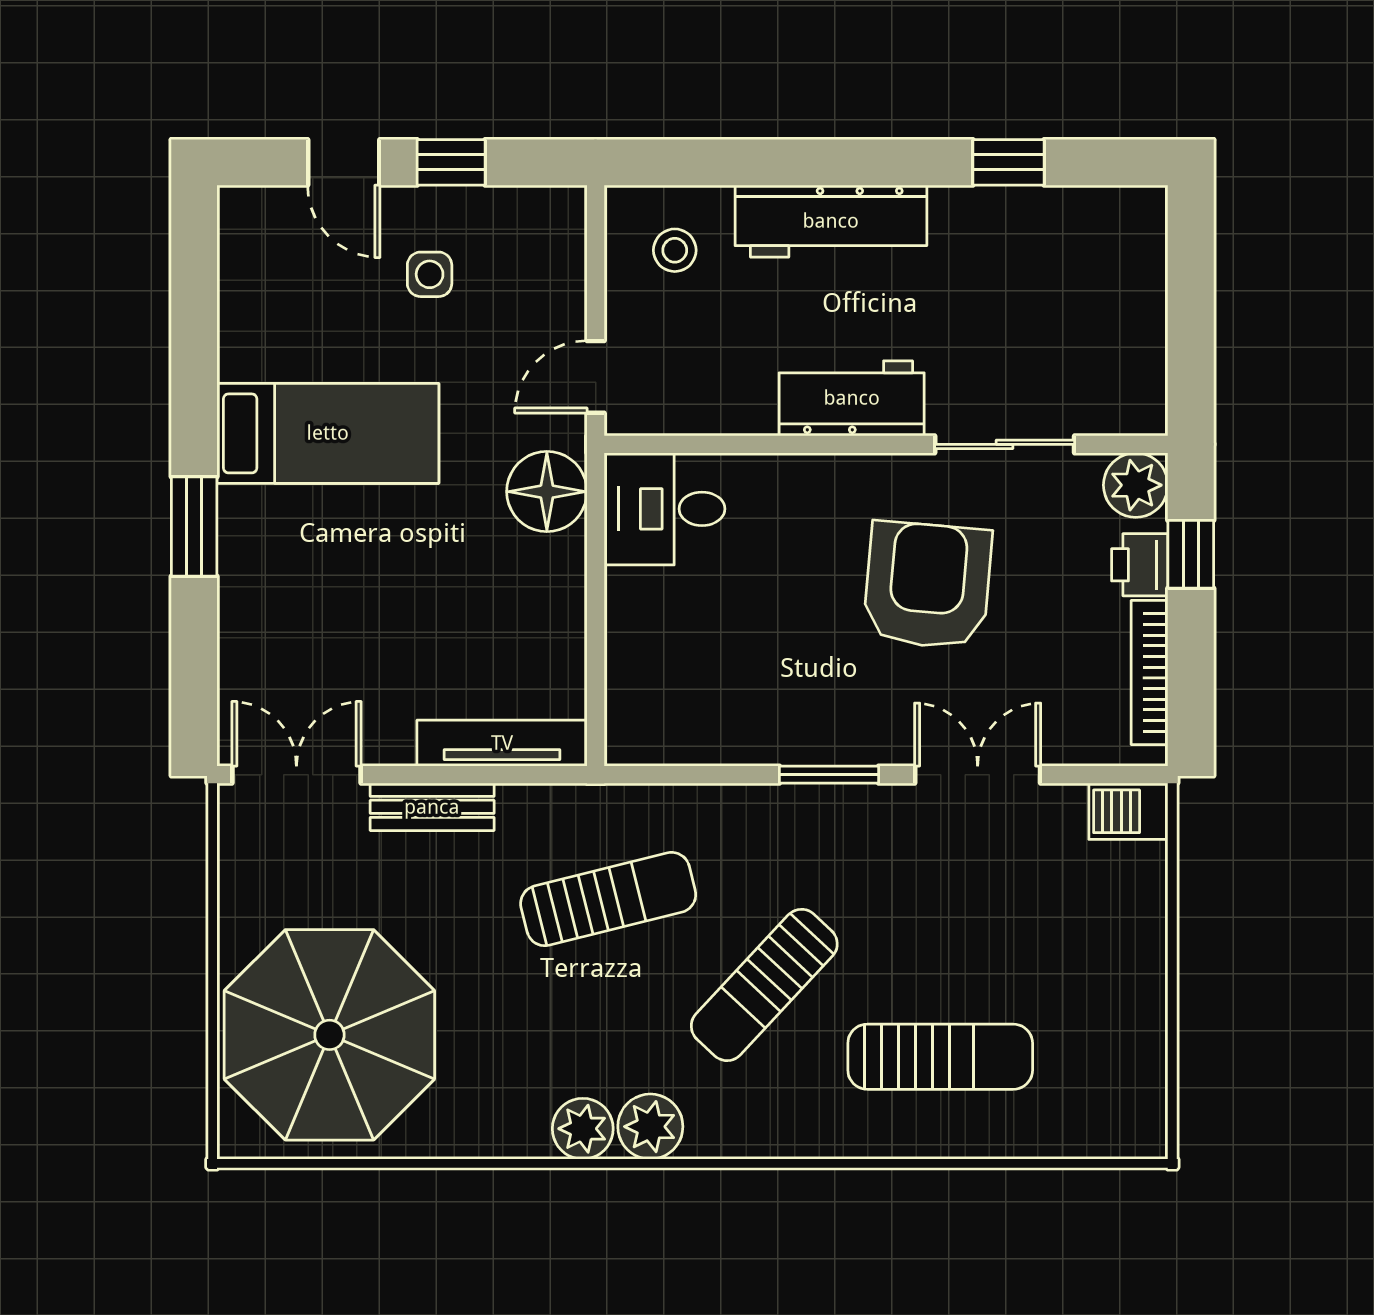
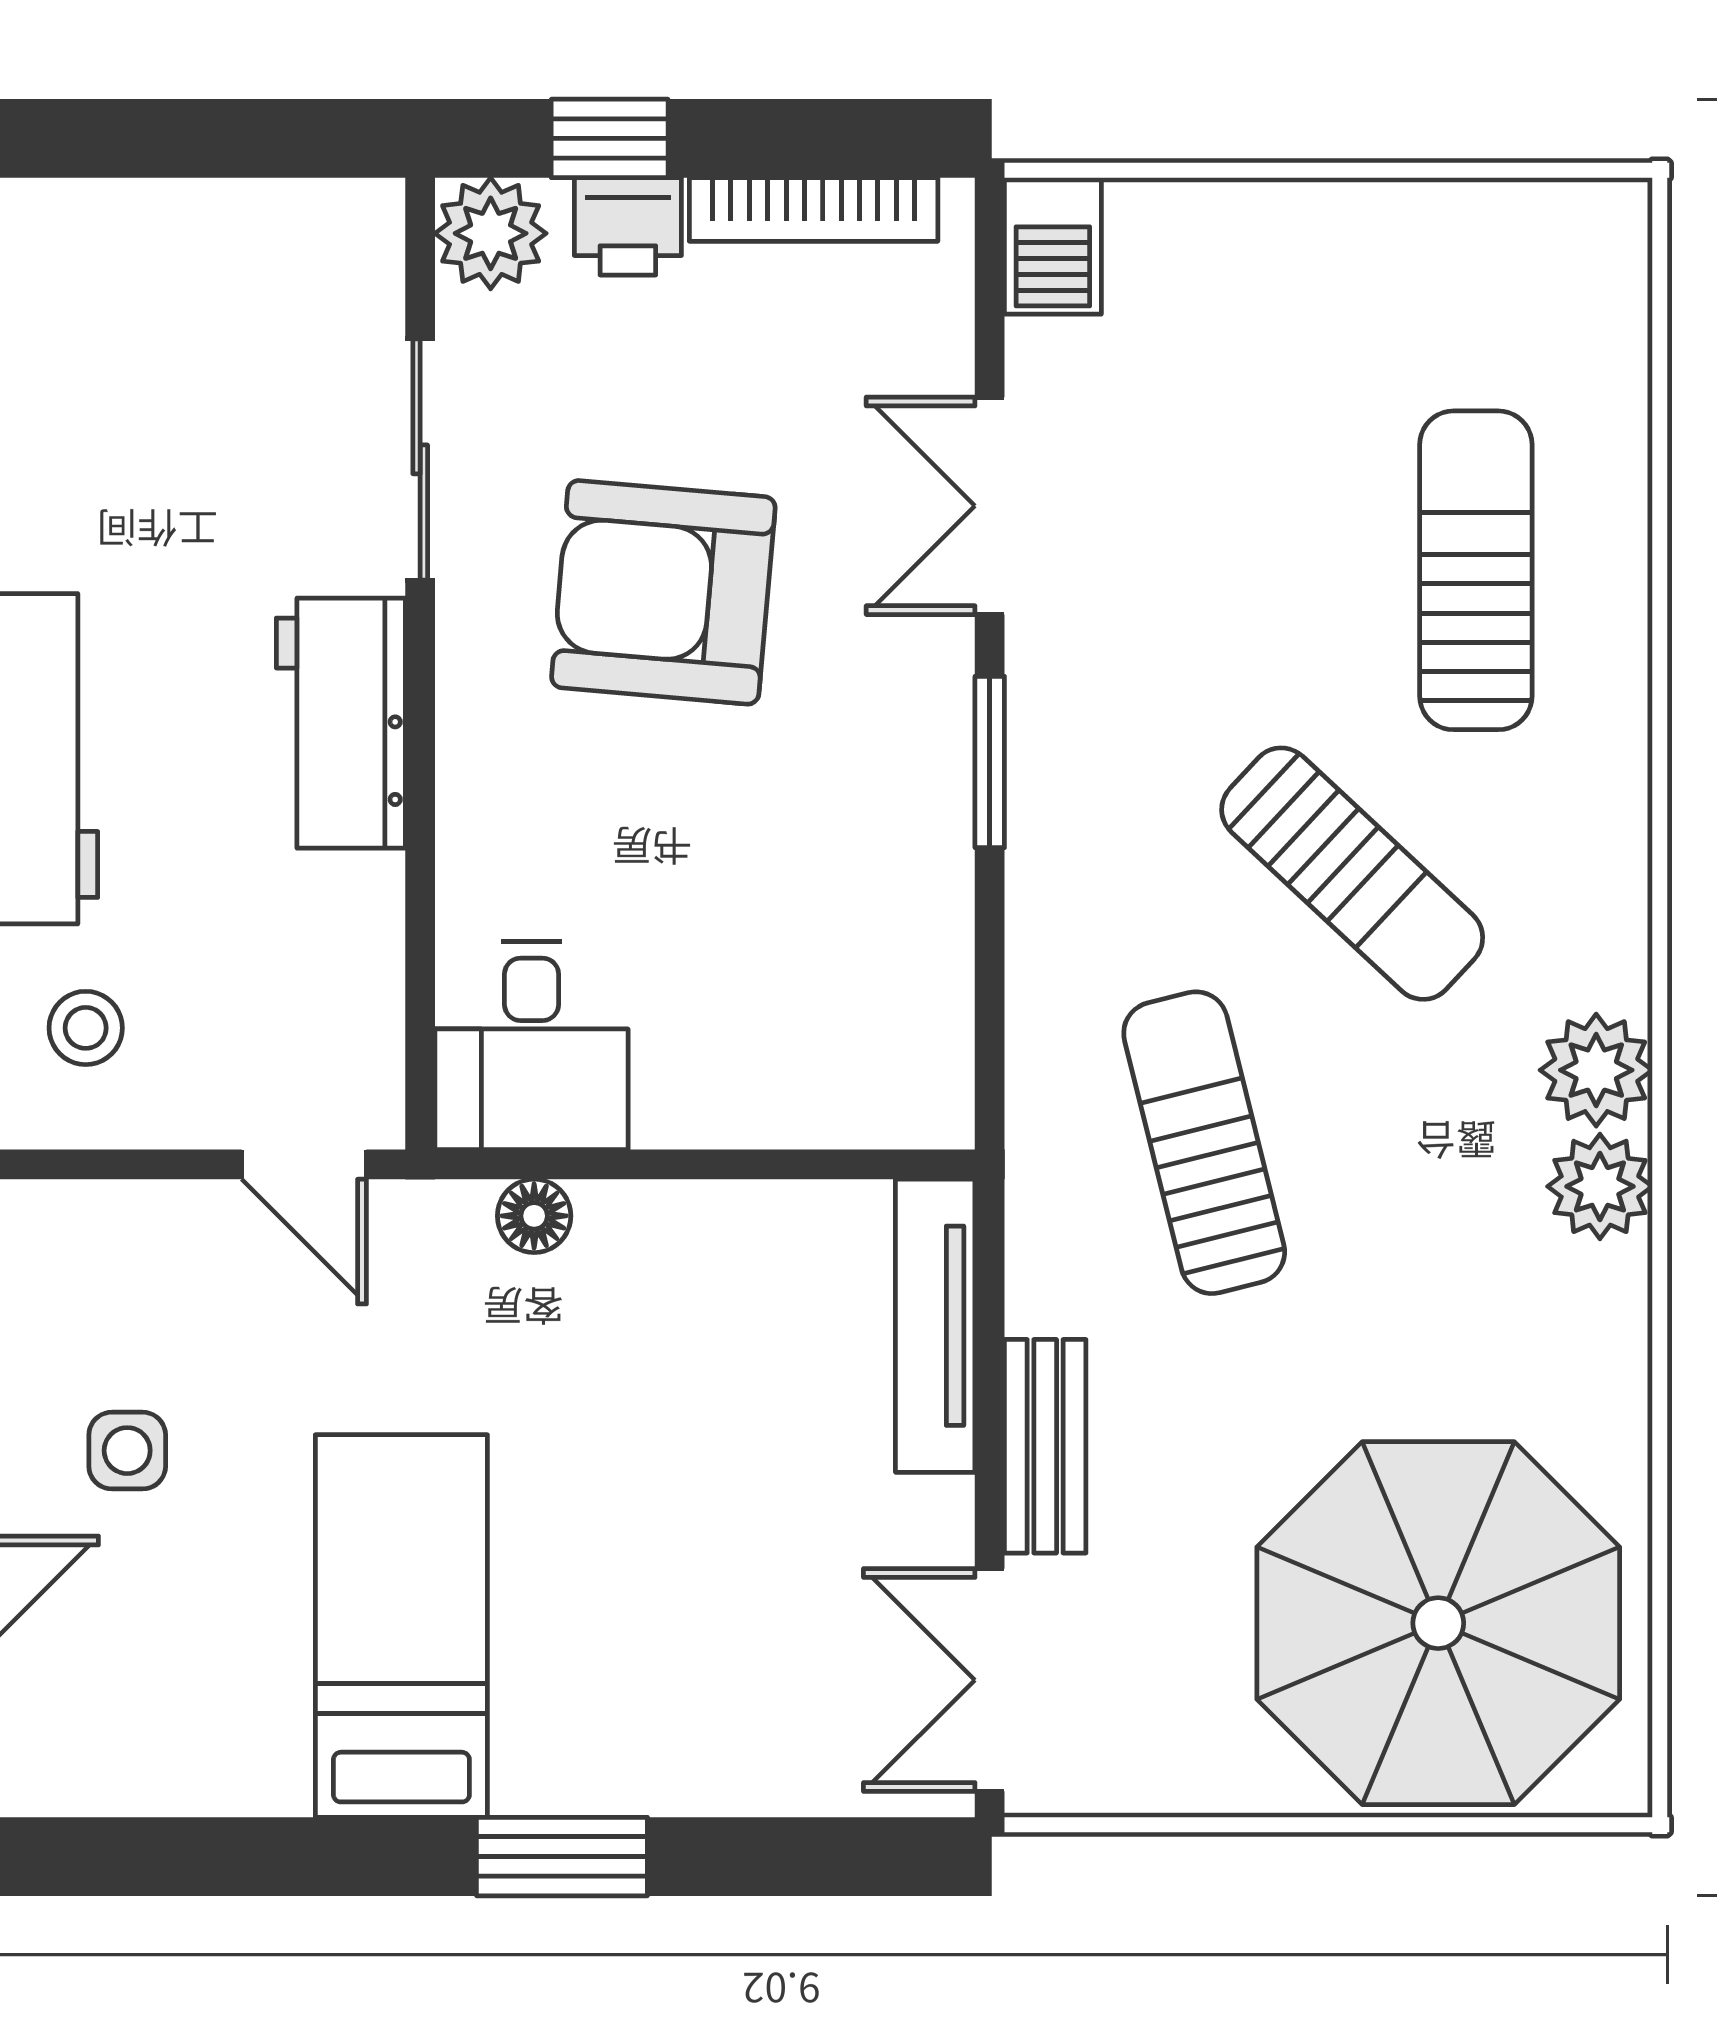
floor lamp: (547, 492) -> (534, 1216), width x0.53, depth x0.53

